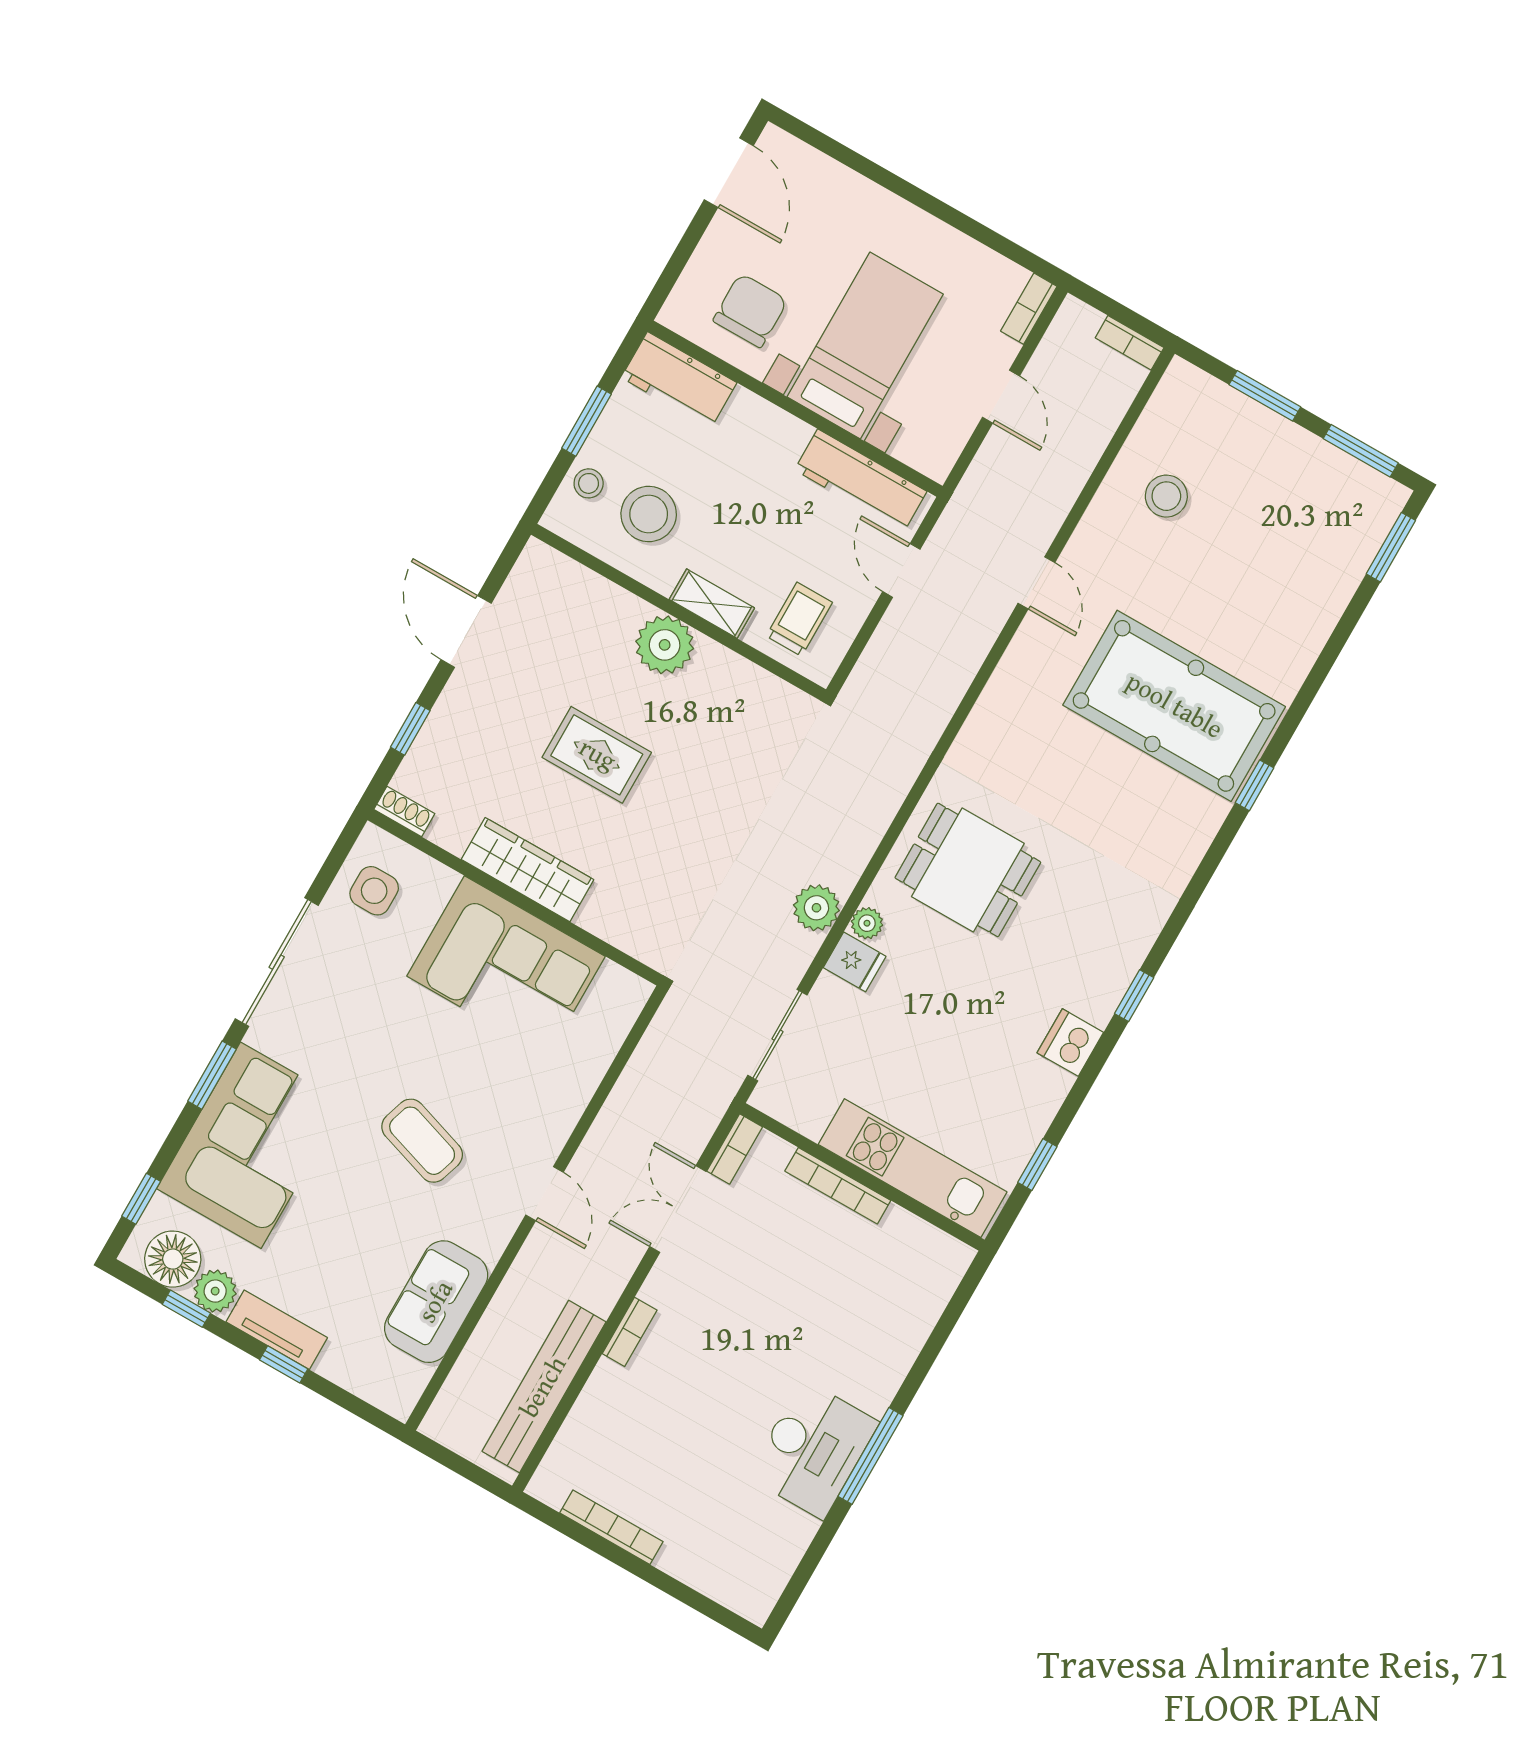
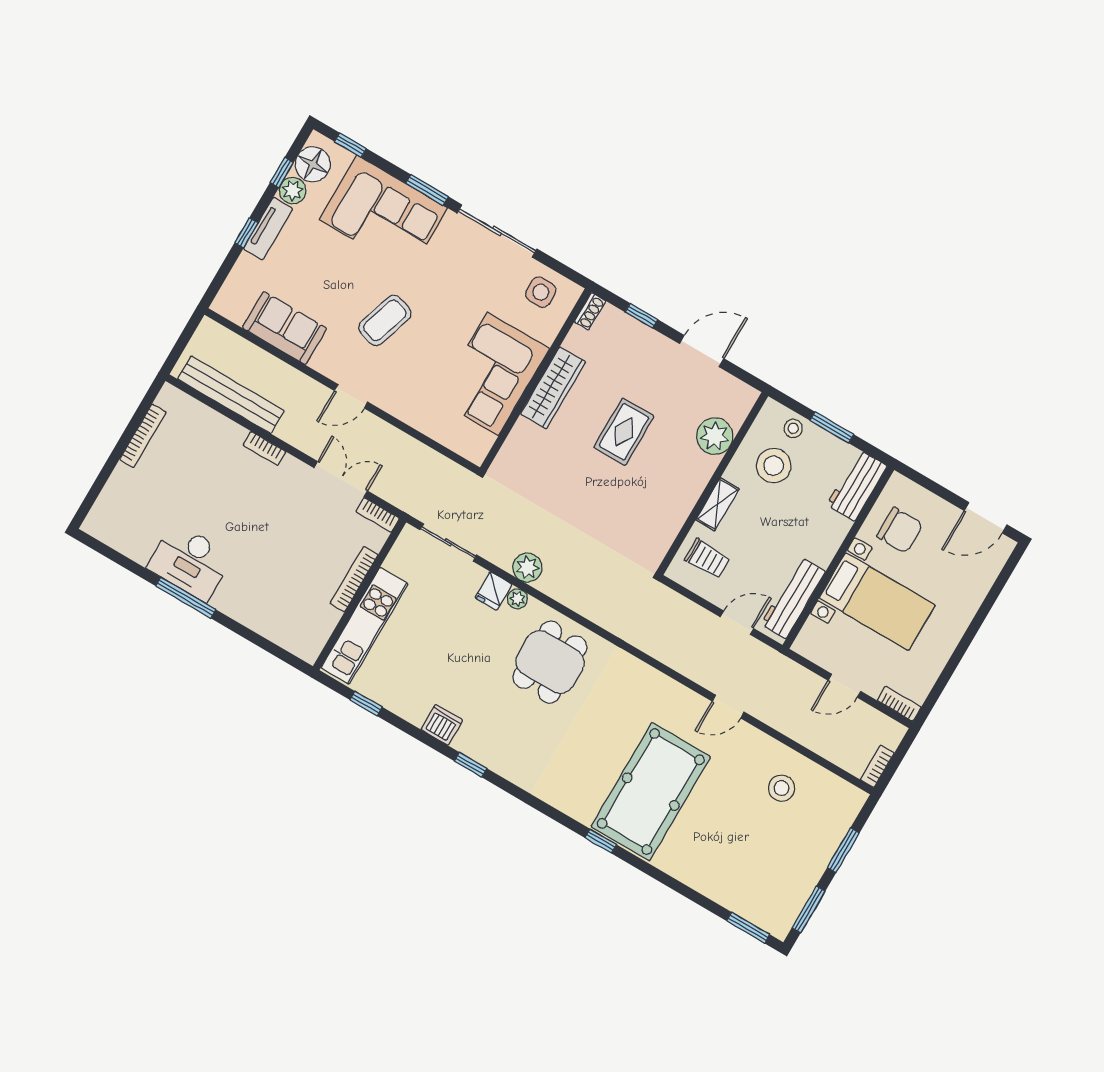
plant: (665, 645) -> (715, 436), moved

